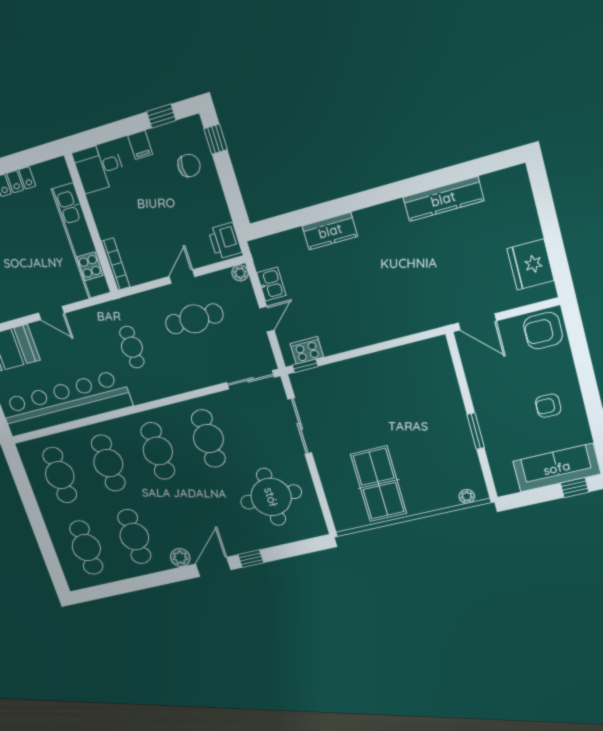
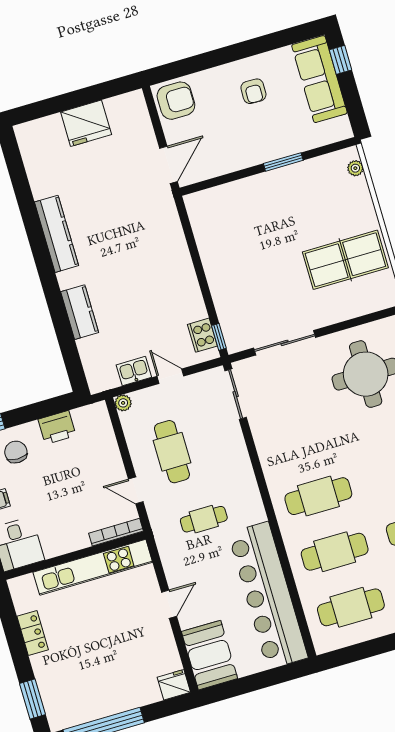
kitchen counter: (443, 199) -> (56, 234), moved
printer: (225, 241) -> (57, 427), moved
fridge: (531, 265) -> (86, 123), moved
door: (182, 277) -> (136, 490), moved
armchair: (543, 331) -> (176, 101), turned -90
cafe table: (208, 439) -> (302, 440), removed

